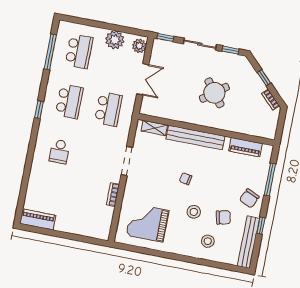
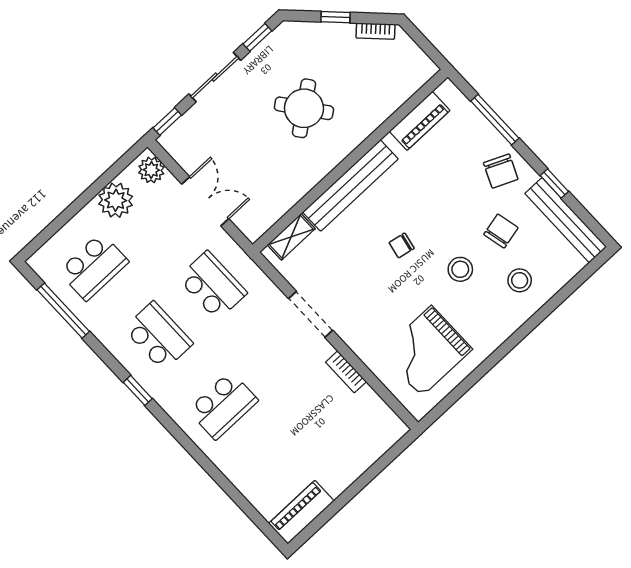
school desk: (79, 51) -> (94, 267), turned 90
school desk: (59, 152) -> (223, 405), width x1.85

